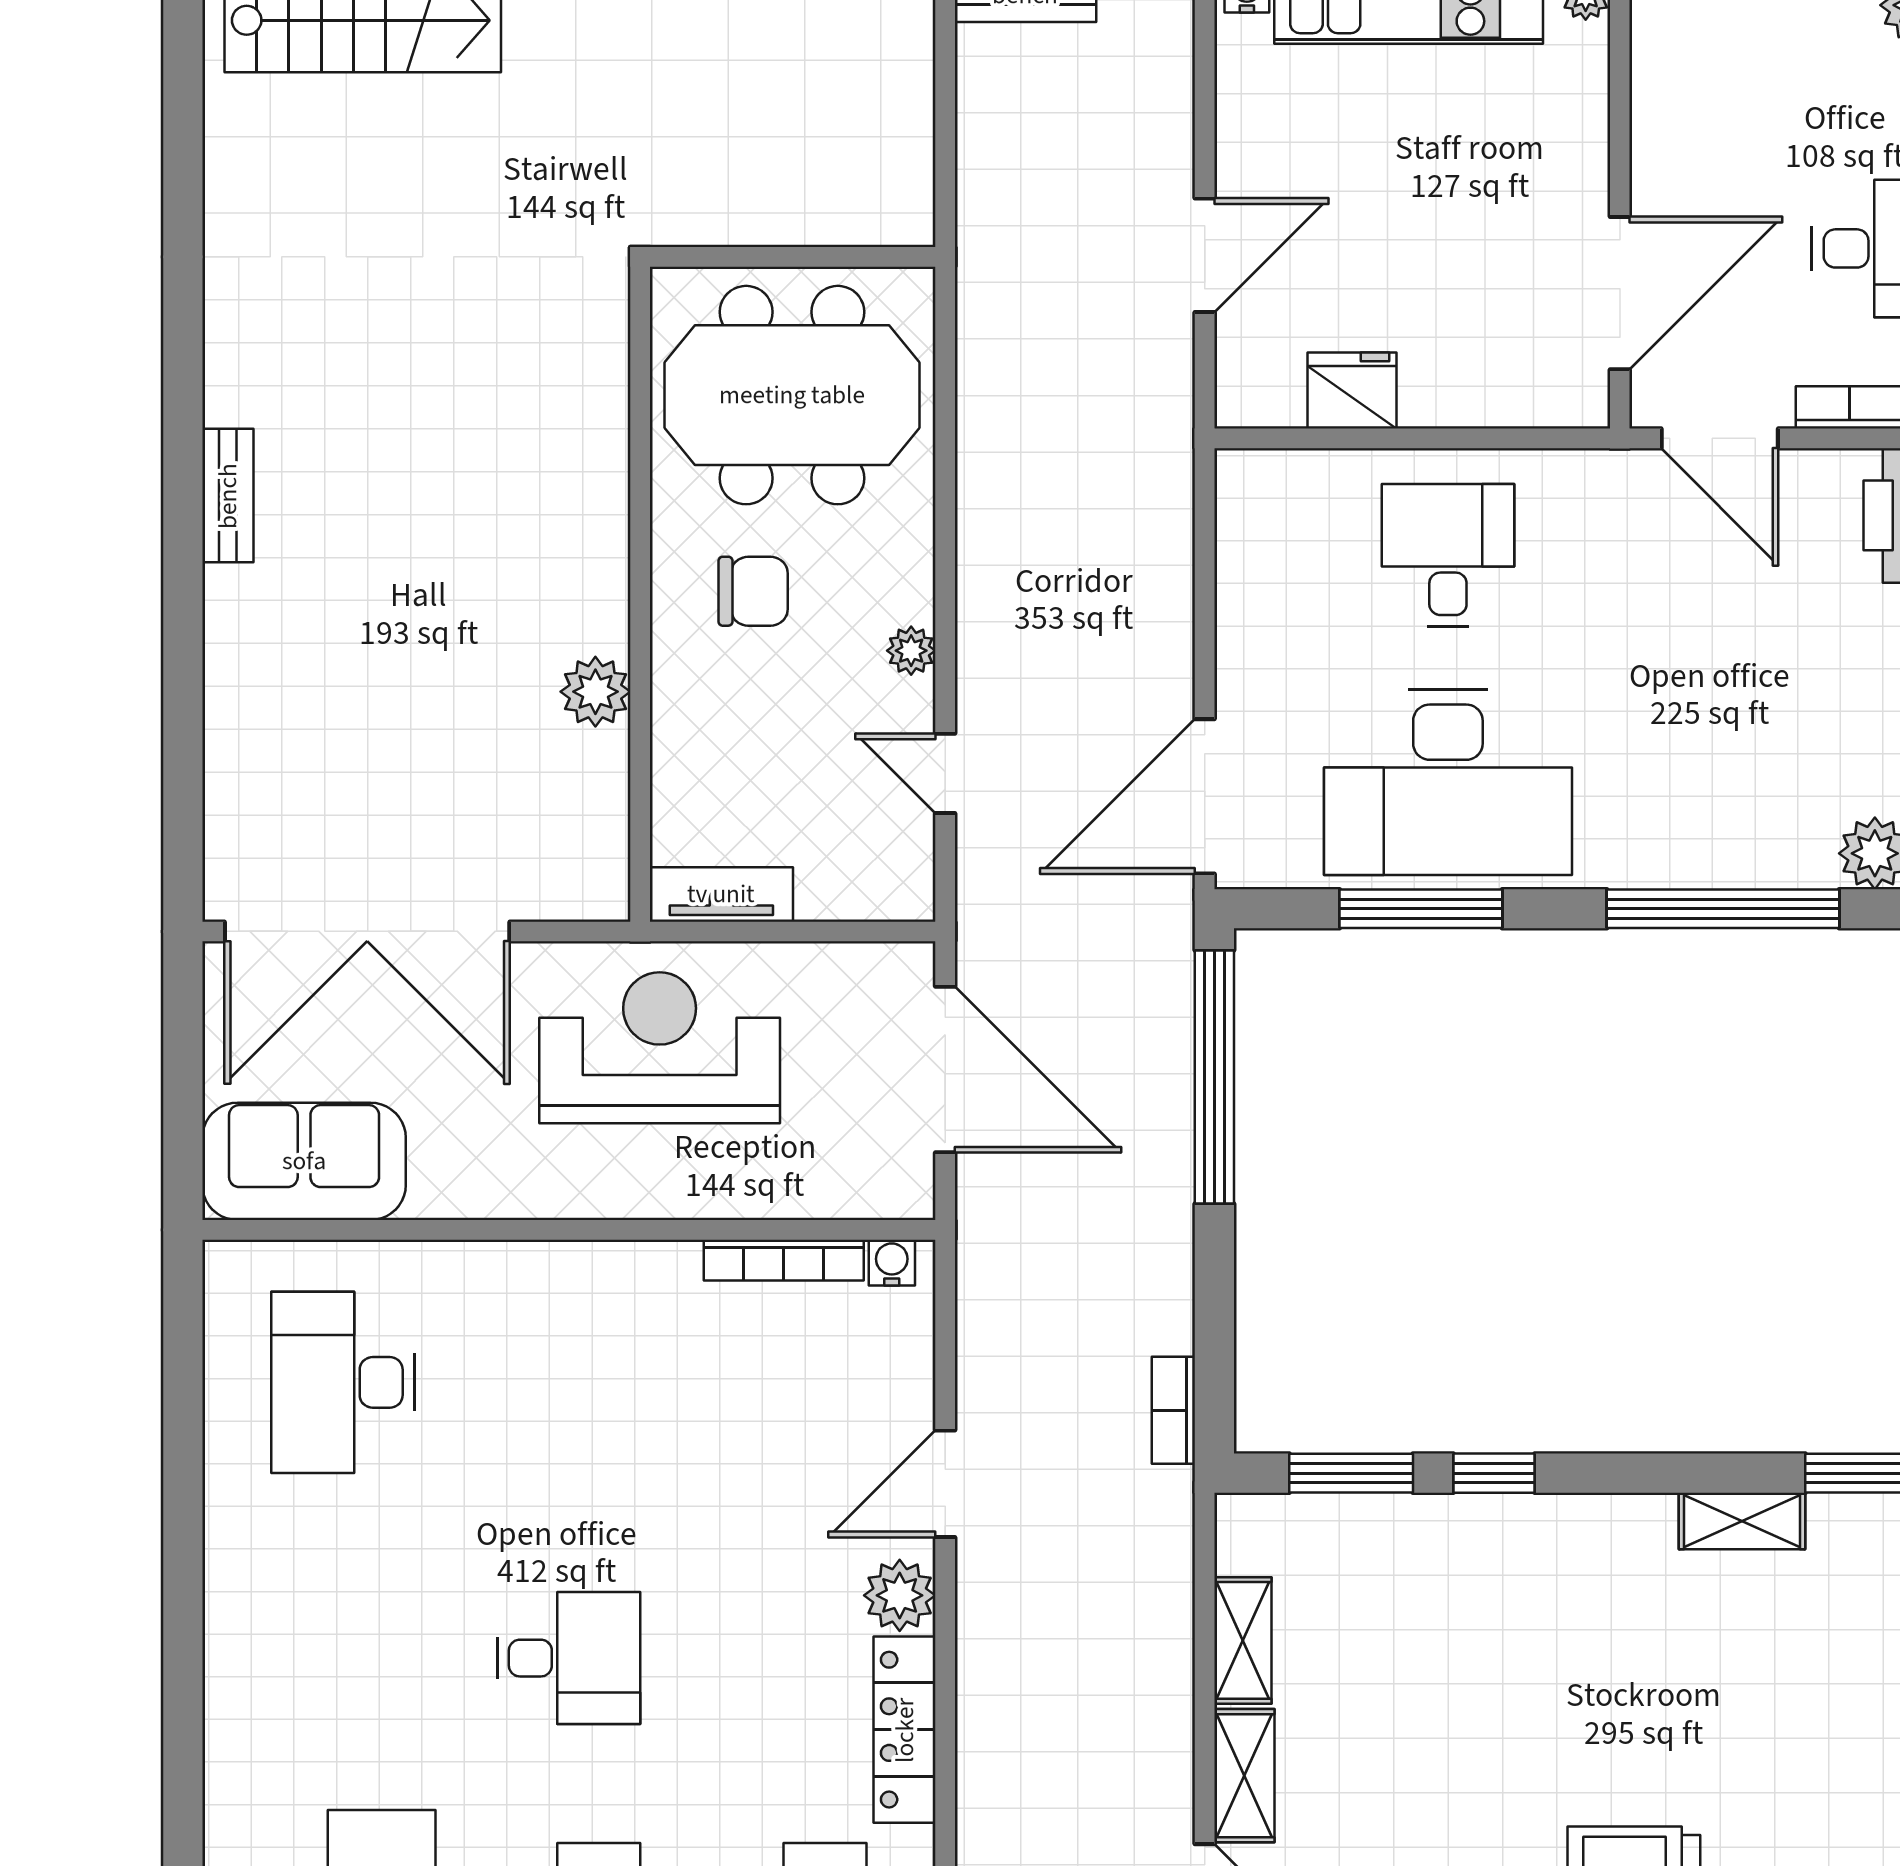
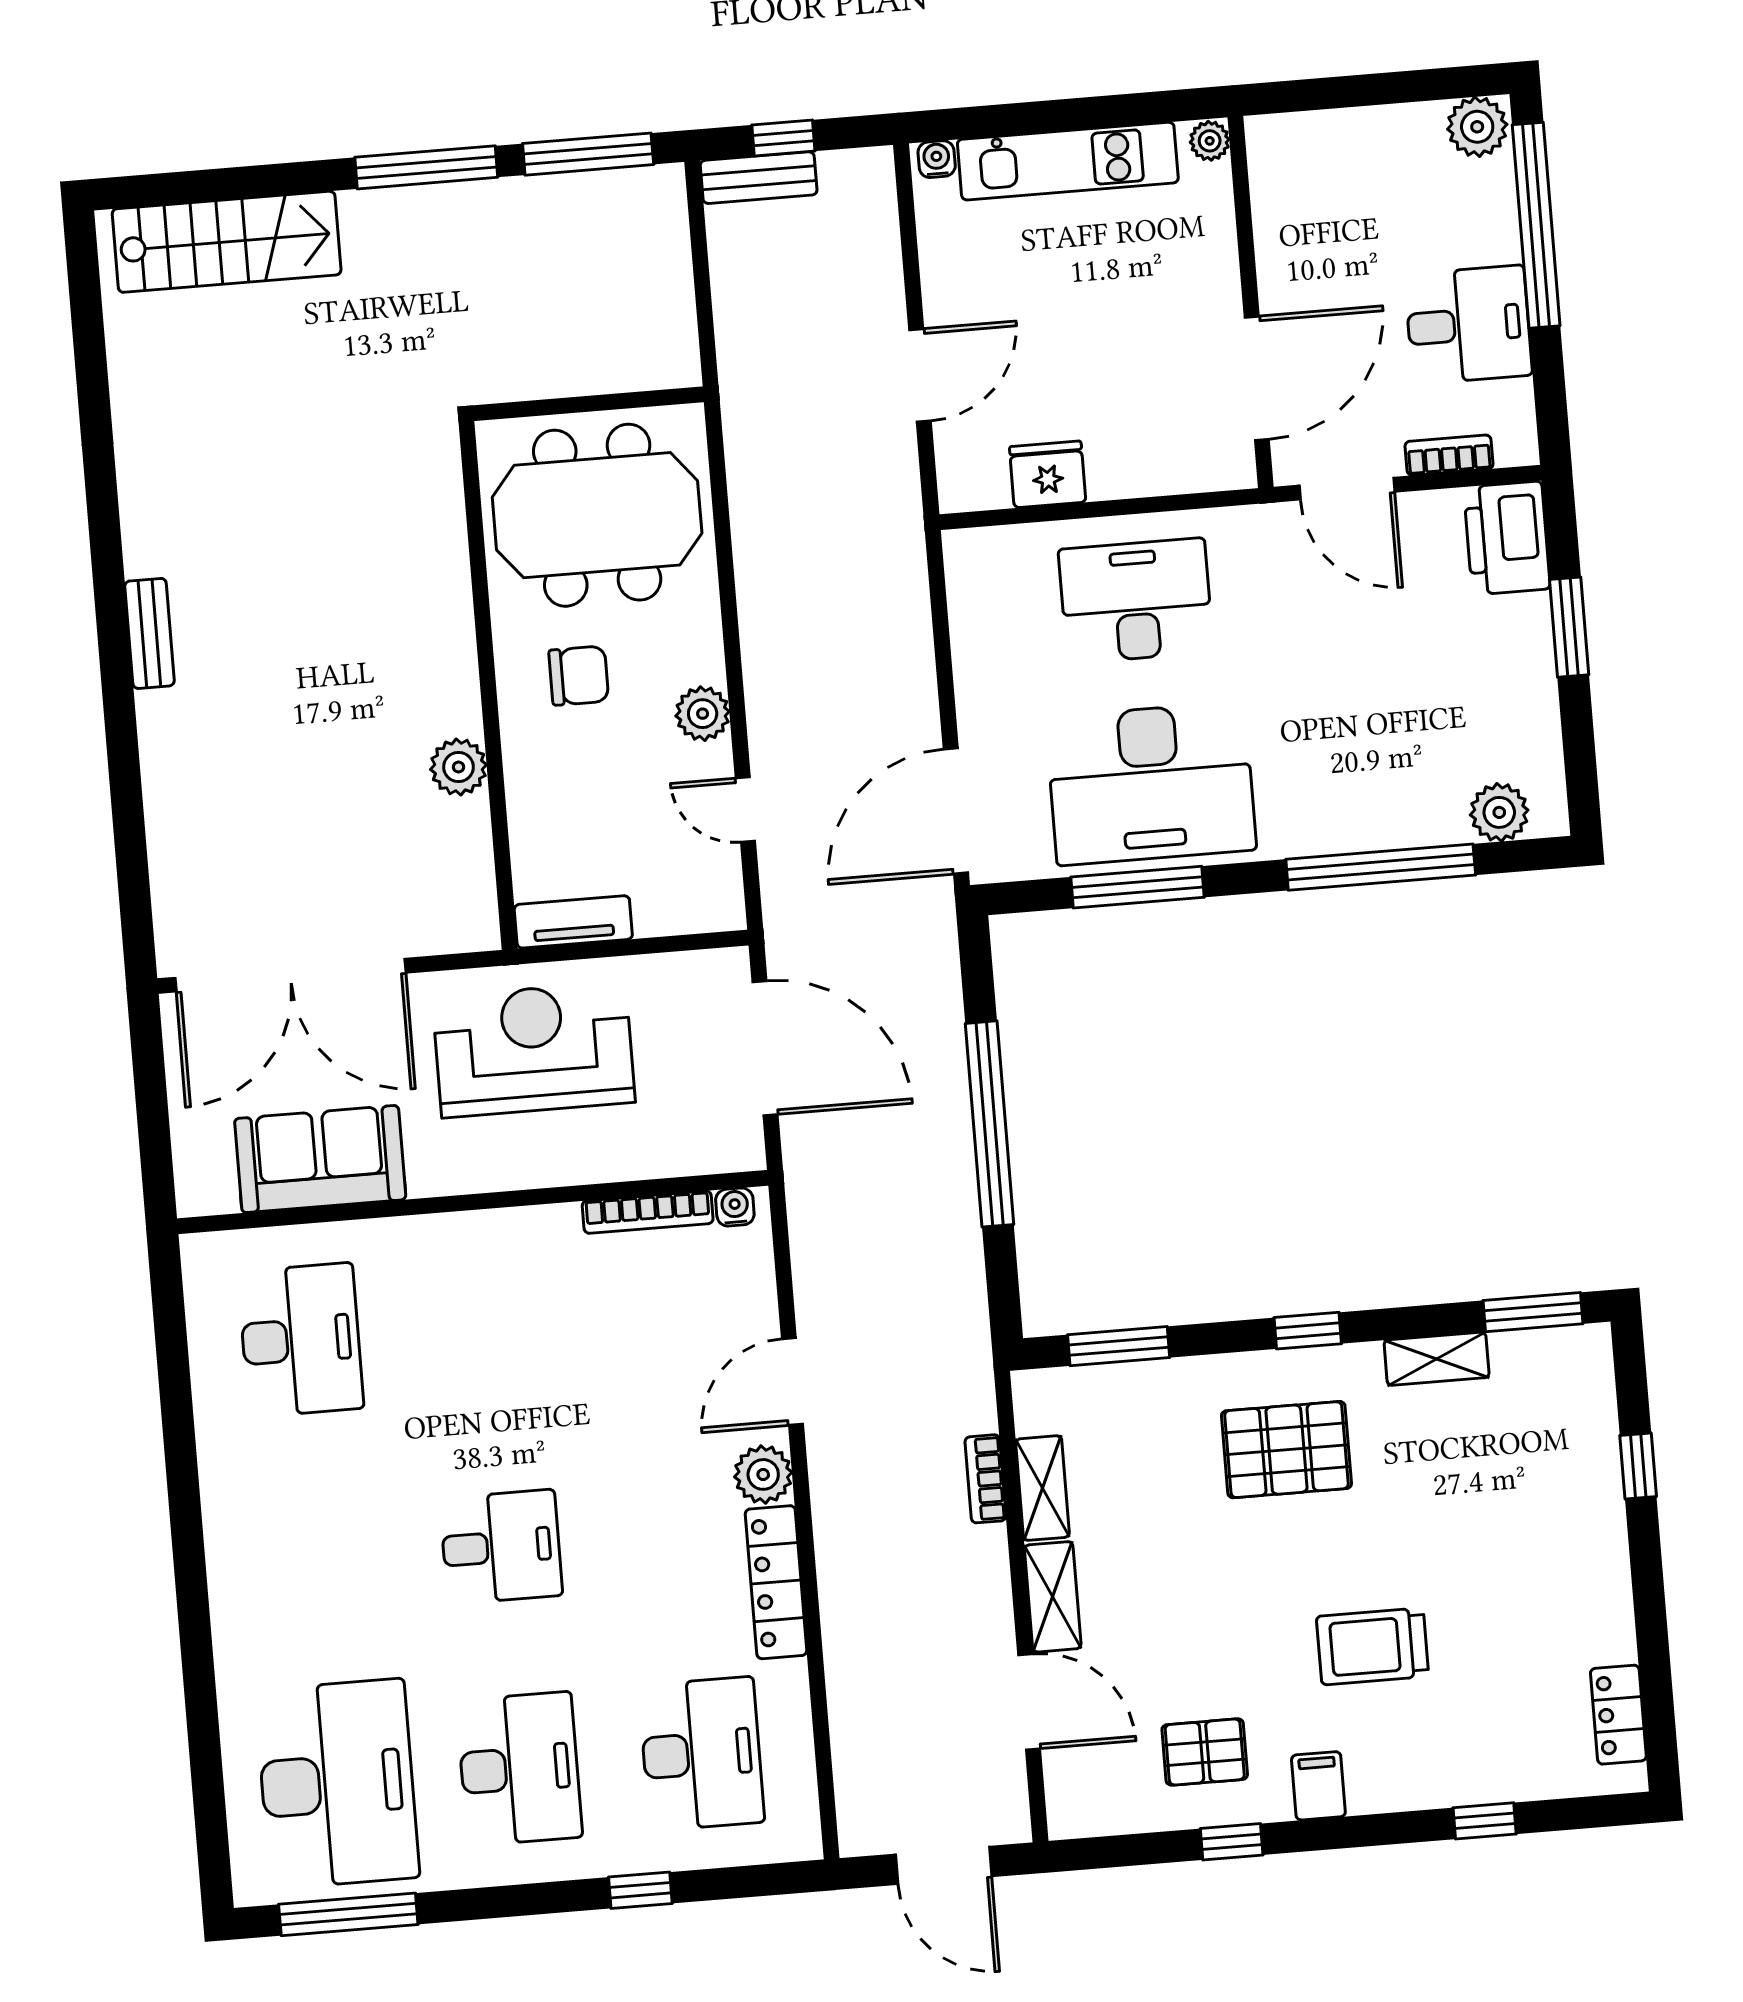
desk: (1448, 555) -> (1136, 601), width x1.37
plant: (911, 651) -> (703, 714), width x1.38, depth x1.38
window: (1214, 1077) -> (989, 1124), moved
sofa: (304, 1161) -> (320, 1159), moved
desk: (343, 1382) -> (301, 1340), turned 180
bookcase: (1173, 1410) -> (986, 1479), moved
window: (1494, 1473) -> (1308, 1331), moved
pallet: (1548, 1618) -> (1286, 1450), added

